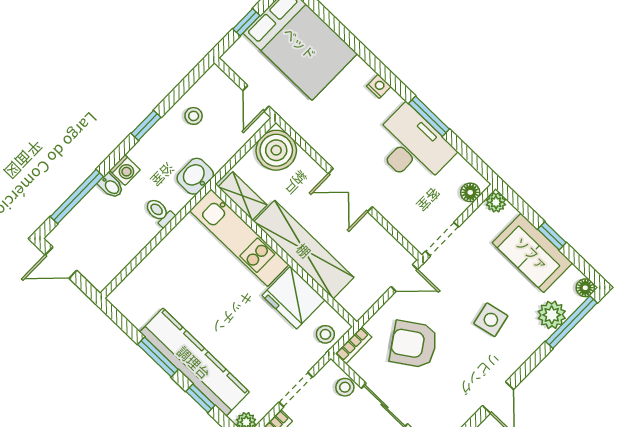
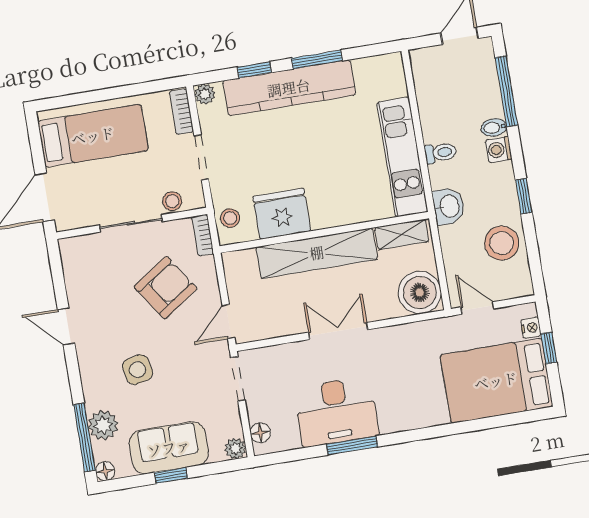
nightstand: (379, 86) -> (531, 328), moved, turned -90
stool: (194, 116) -> (502, 243), width x1.89, depth x1.89
kitchen unit: (239, 238) -> (402, 157), moved, turned -90

